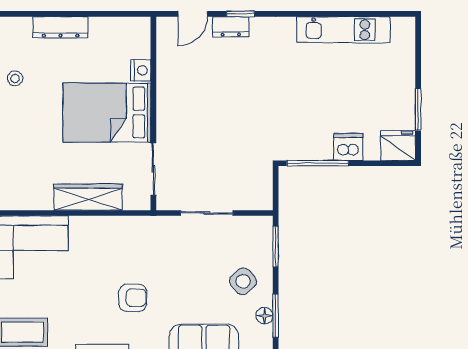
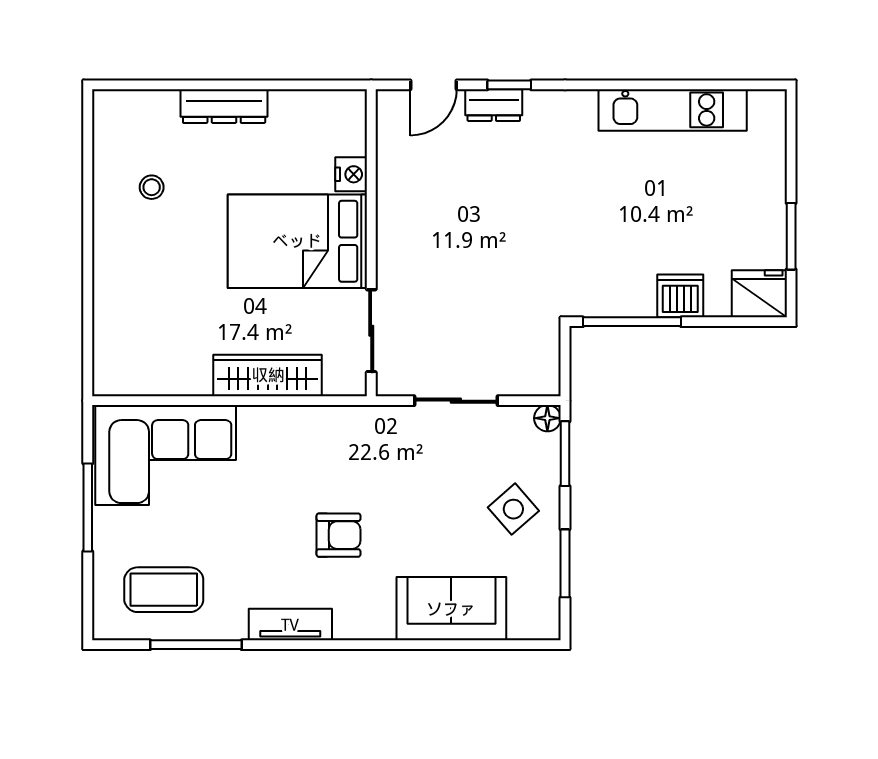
floor lamp: (265, 316) -> (547, 418), moved

